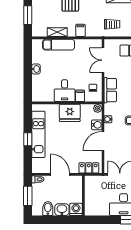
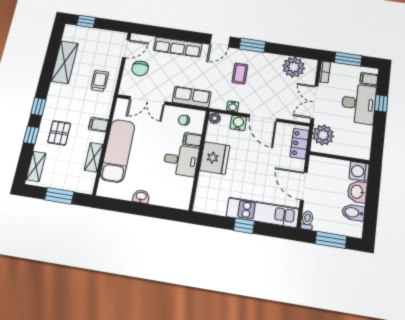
exam couch: (59, 45) -> (118, 151), width x1.36, depth x1.45
kitchen unit: (38, 134) -> (263, 212), moved
door: (60, 174) -> (304, 186), hinge flipped
plant: (97, 183) -> (323, 135), added

